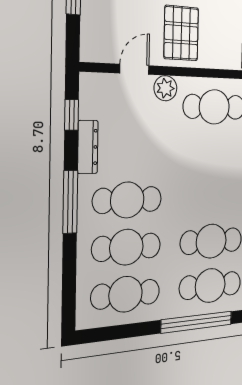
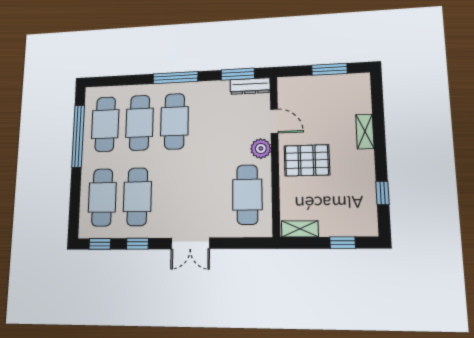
window: (72, 115) -> (238, 74), width x1.50
dresser: (88, 147) -> (250, 86), moved
window: (197, 322) -> (78, 136), moved

